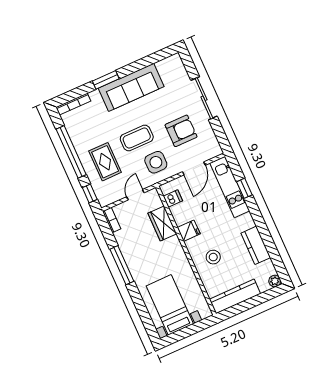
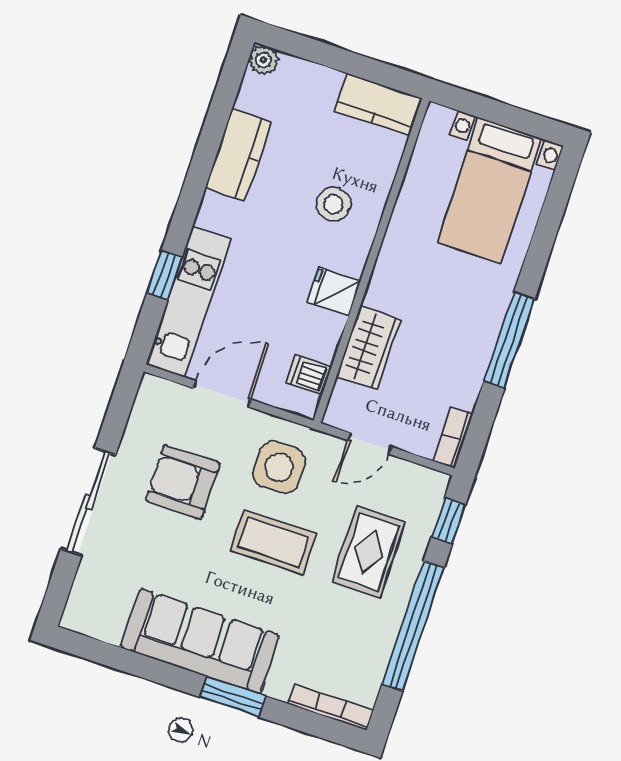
kitchen counter: (235, 296) -> (378, 104), width x0.67

